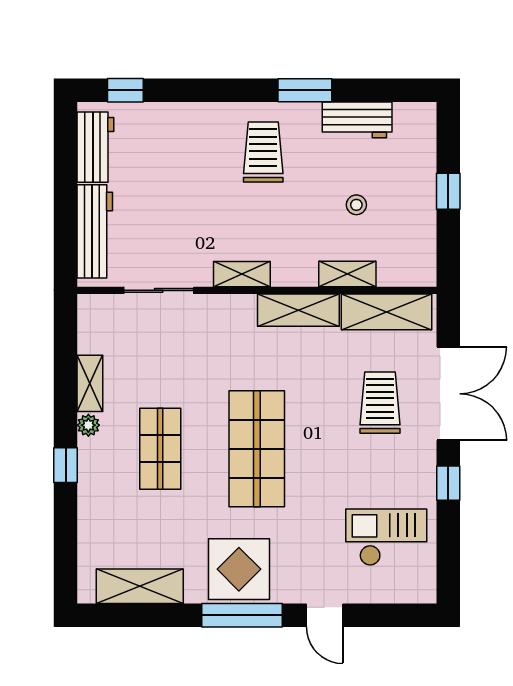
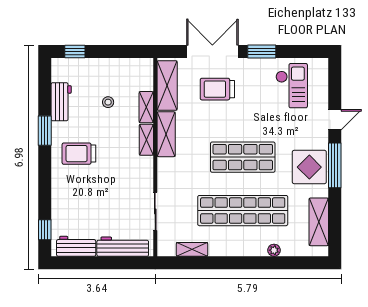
window: (448, 191) -> (75, 51), moved
shelving: (242, 274) -> (146, 140), moved
shelving: (90, 383) -> (192, 249), moved
plant: (88, 425) -> (274, 250), moved
shop shelf: (160, 449) -> (243, 211), width x2.00, depth x1.36
window: (66, 465) -> (252, 263), removed
window: (448, 483) -> (262, 51), width x1.50
checkout: (386, 537) -> (292, 86), turned 180

